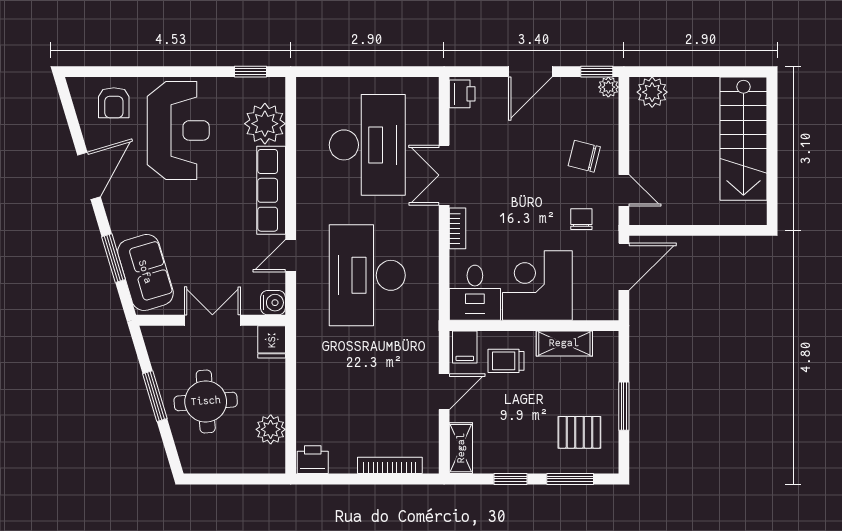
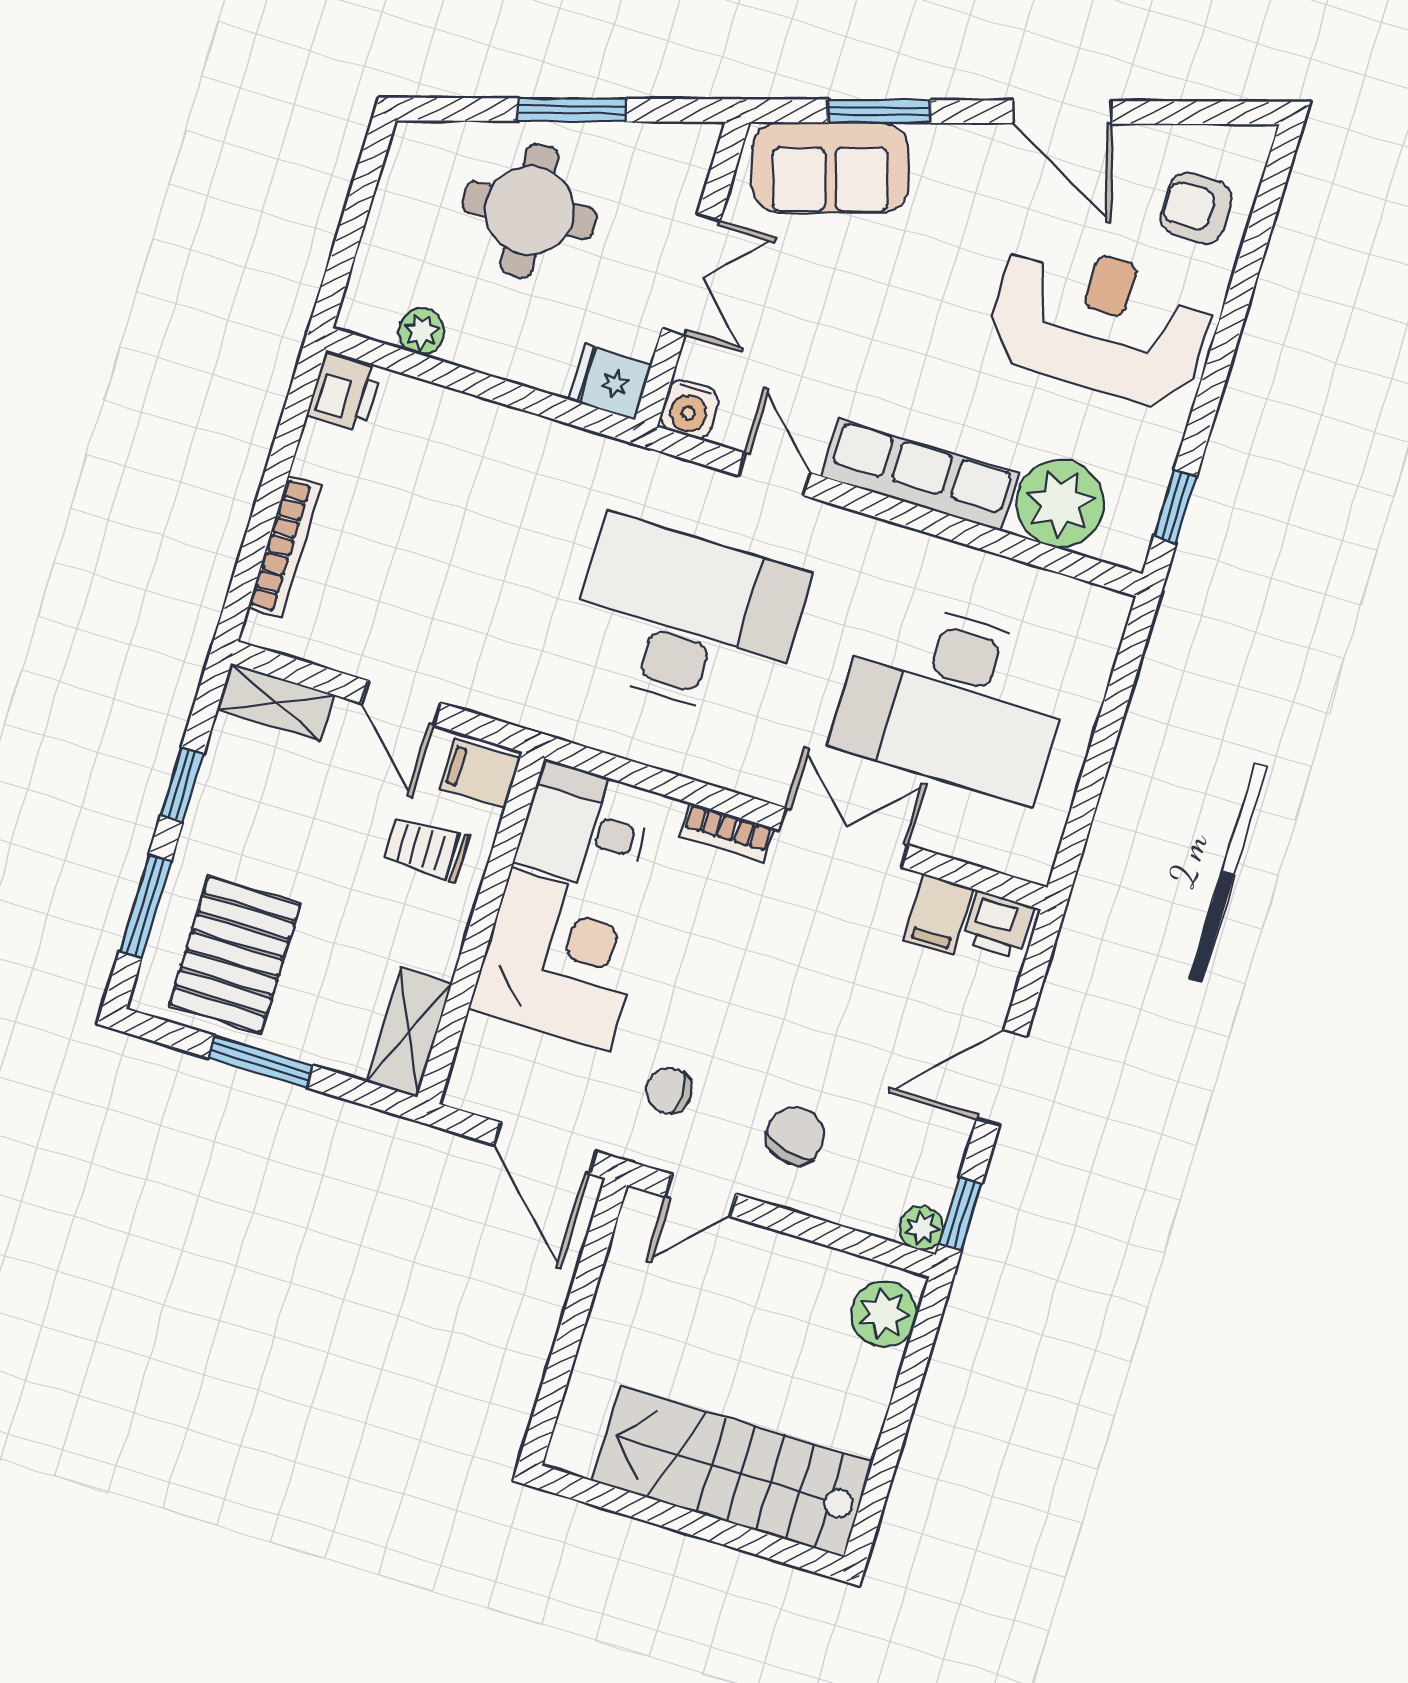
door: (530, 72) -> (1002, 1078), hinge flipped
filing cabinet: (466, 122) -> (938, 915), added
reception desk: (178, 130) -> (1100, 322), turned 180
chair: (581, 219) -> (669, 1091), turned 180
shelving: (564, 343) -> (409, 1032), moved
trolley: (506, 361) -> (426, 849), turned -90
plant: (271, 429) -> (421, 331), width x0.73, depth x0.73
pallet: (579, 432) -> (235, 954), width x1.50, depth x1.42

